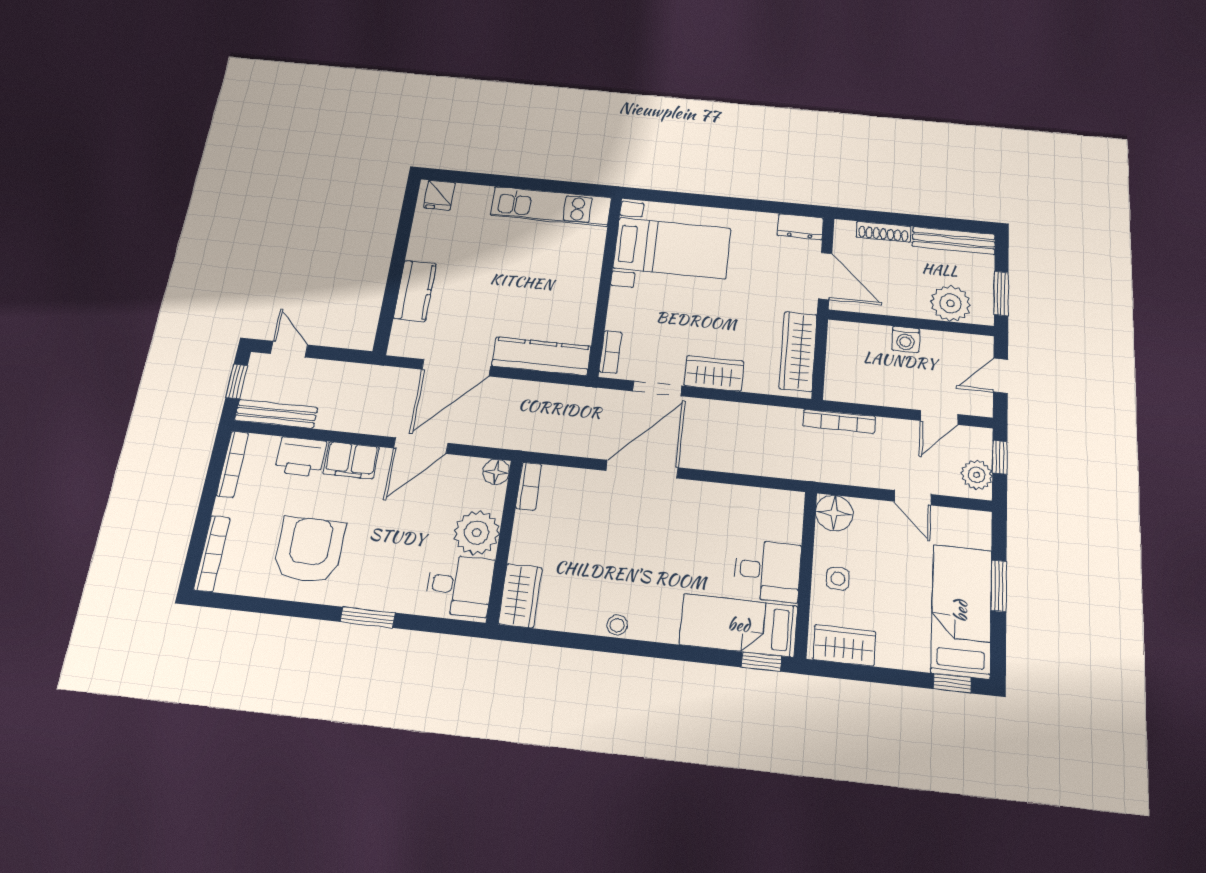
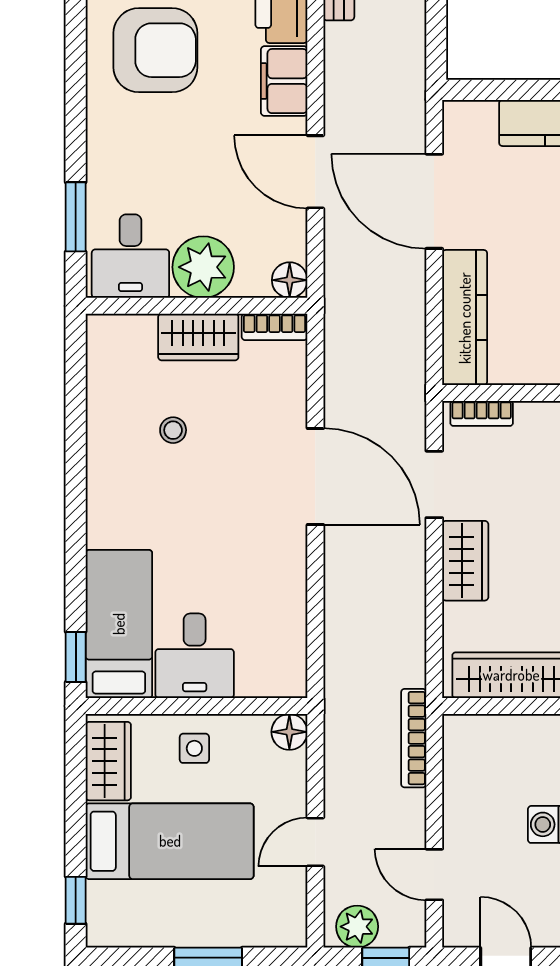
floor lamp: (834, 513) -> (289, 732), width x0.73, depth x0.73
wardrobe: (520, 596) -> (198, 337), moved
bed: (961, 611) -> (170, 841), moved
window: (368, 617) -> (76, 217), moved
stool: (617, 625) -> (173, 430), moved

